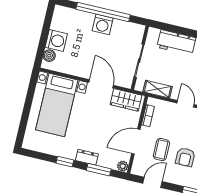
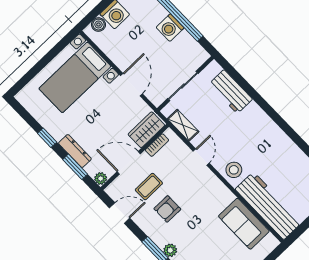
wardrobe: (126, 100) -> (146, 130), moved, turned 90
dresser: (87, 157) -> (75, 151), width x1.44

